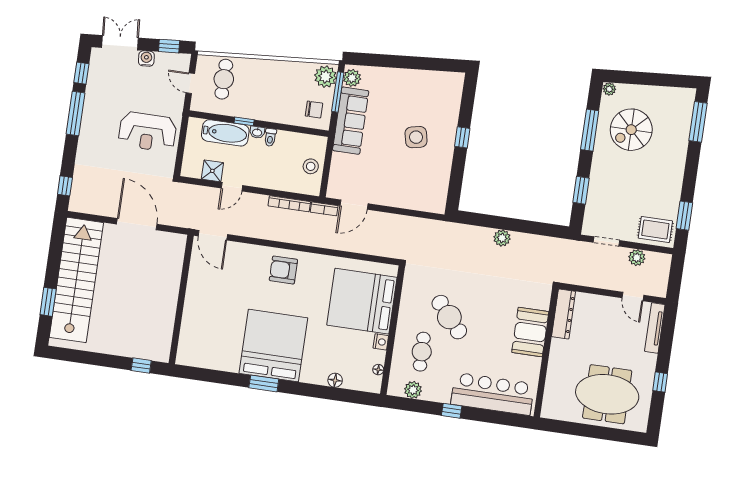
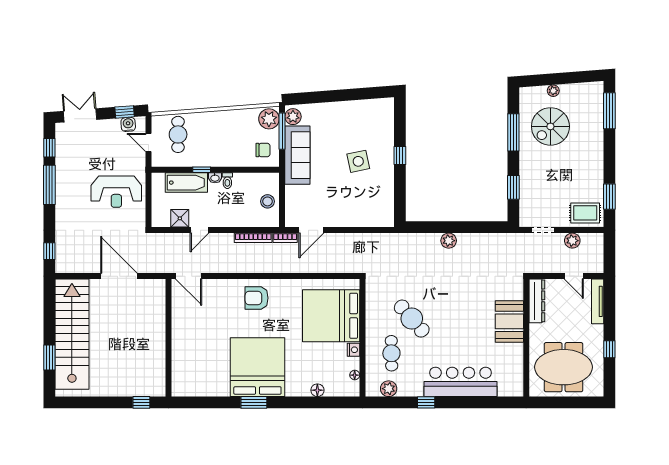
water cooler: (146, 59) -> (128, 124), moved
plant: (609, 89) -> (553, 91), moved
dresser: (564, 314) -> (537, 301), moved
booth: (530, 332) -> (509, 321), moved
wall: (546, 353) -> (526, 338), moved

